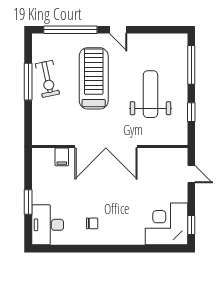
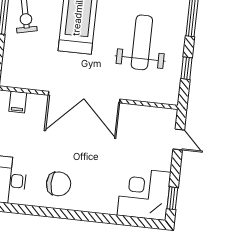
filing cabinet: (62, 157) -> (18, 102), moved
chair: (92, 223) -> (59, 184), width x1.87, depth x1.87

